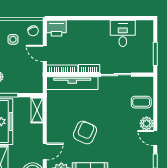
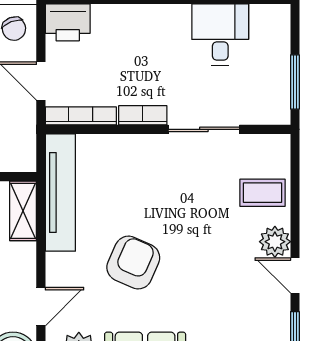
tv unit: (72, 83) -> (60, 193), moved, turned -90

